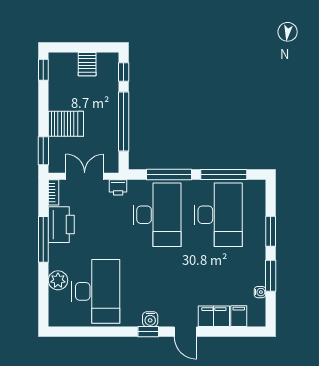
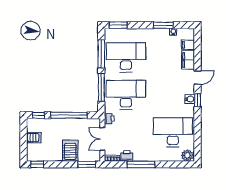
printer: (61, 225) -> (127, 156), width x0.53, depth x0.68
window: (271, 231) -> (118, 25), moved
plant: (58, 280) -> (187, 155), moved

